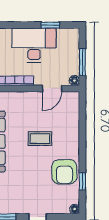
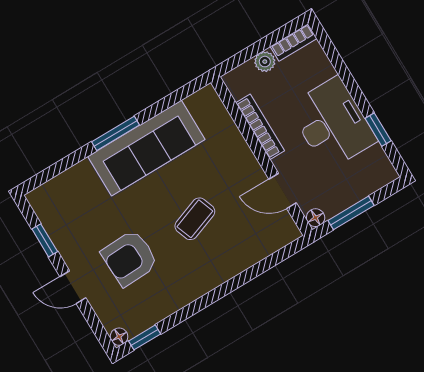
coffee table: (40, 139) -> (195, 219), turned 70
armchair: (64, 172) -> (130, 258), moved
window: (82, 181) -> (145, 337), moved

